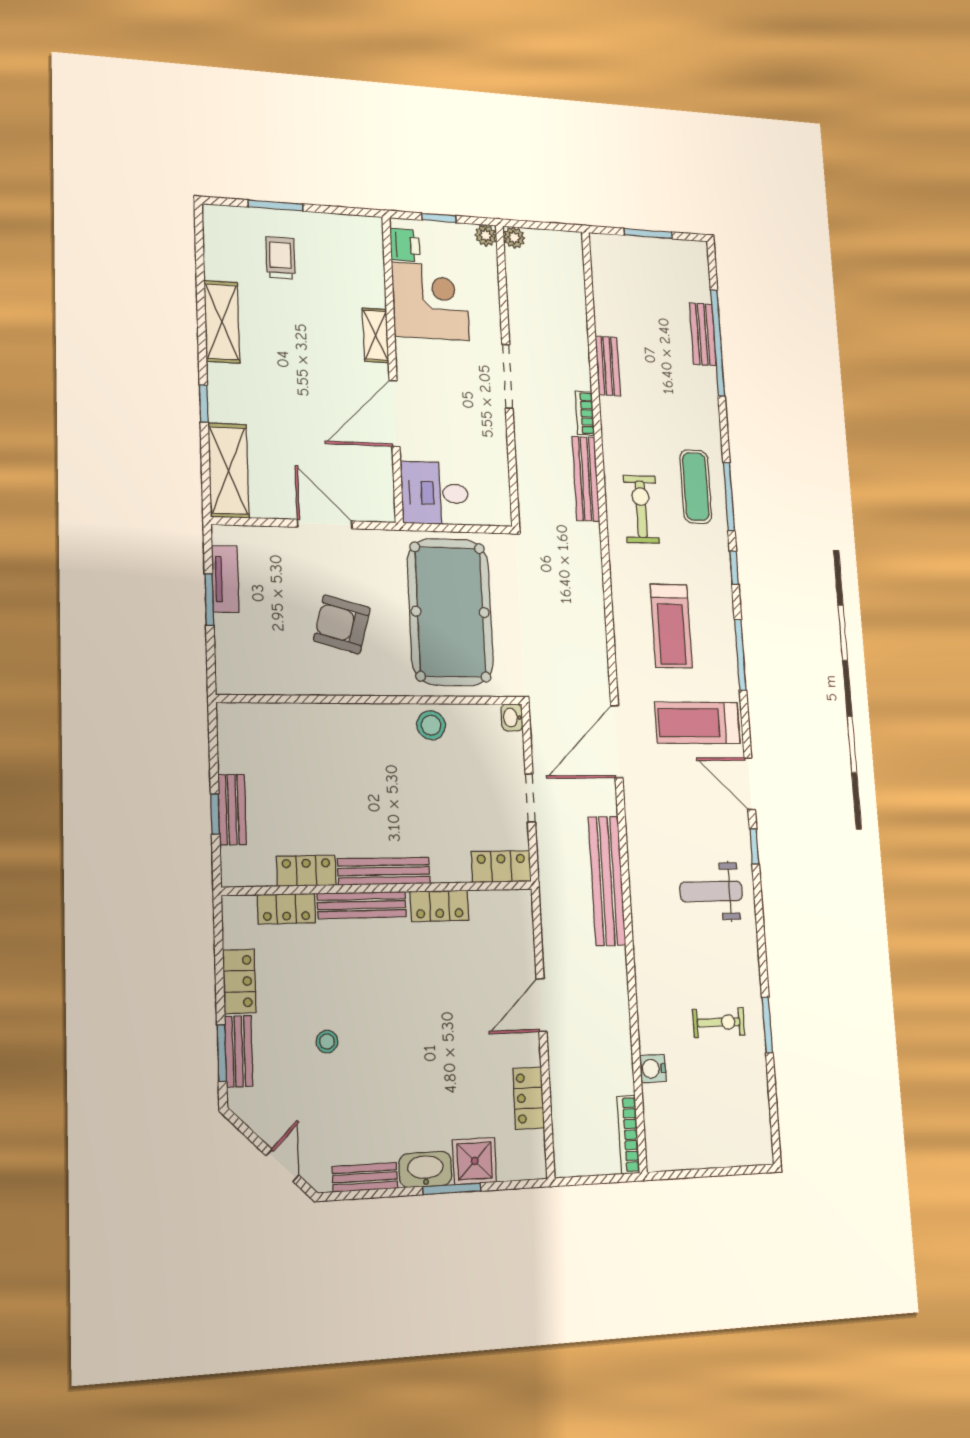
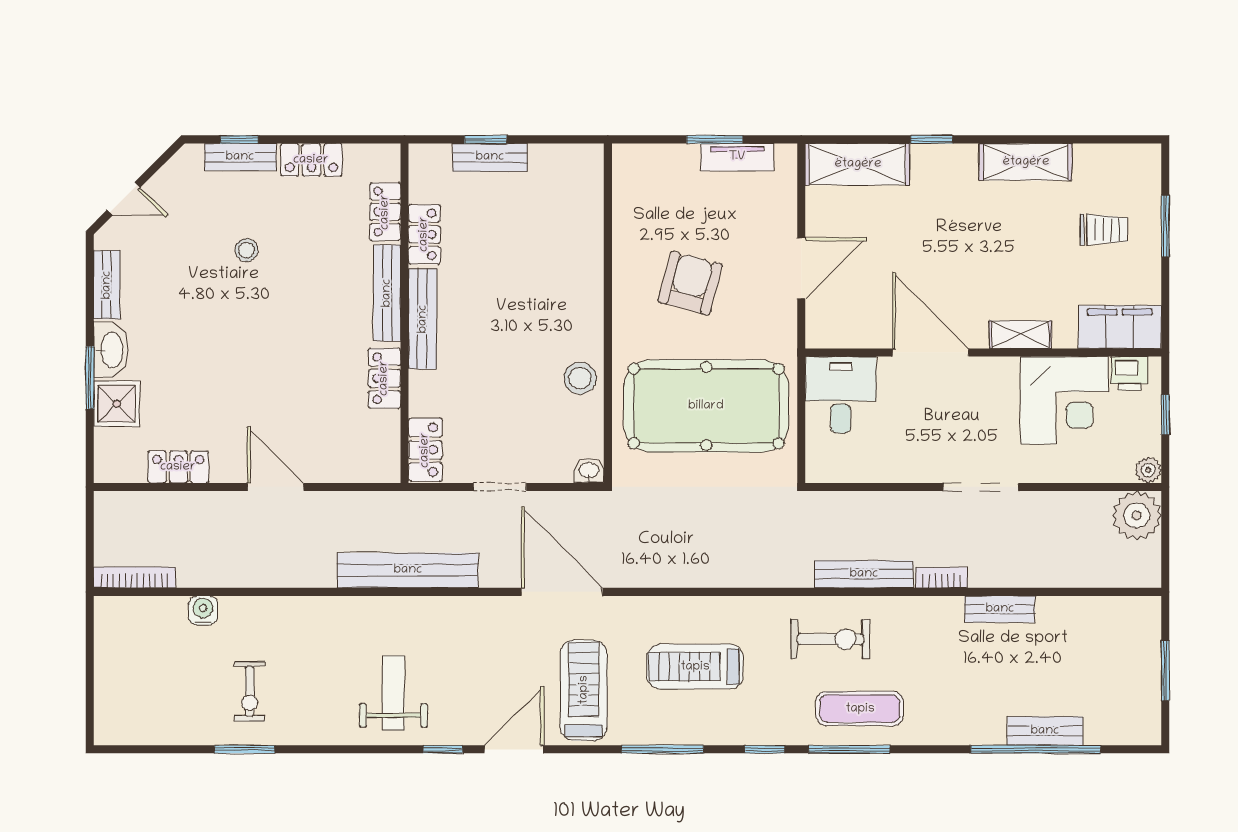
plant: (514, 237) -> (1137, 515), width x1.88, depth x1.88
filing cabinet: (365, 250) -> (1120, 327), added
window: (222, 1053) -> (239, 139), width x0.67

